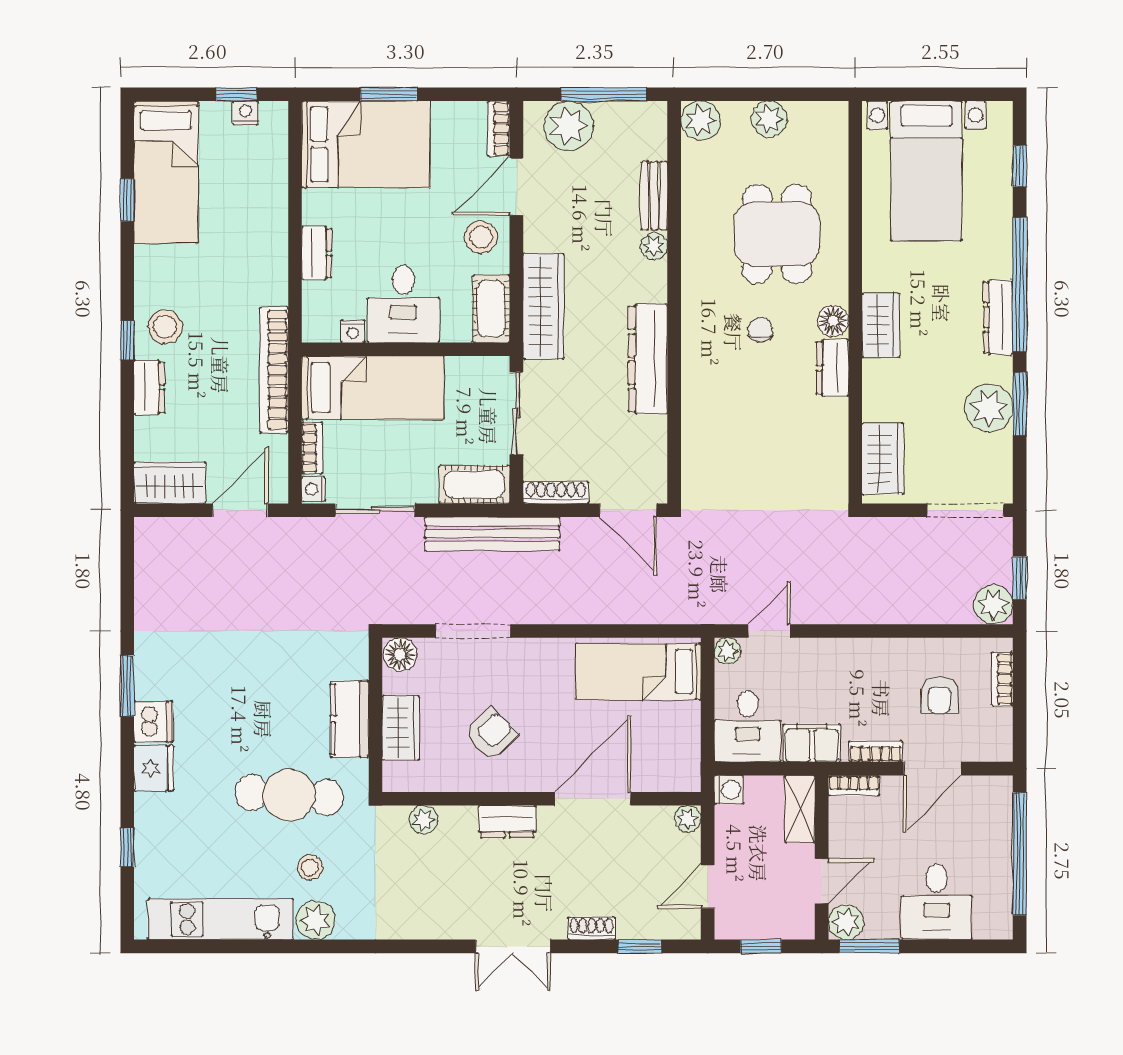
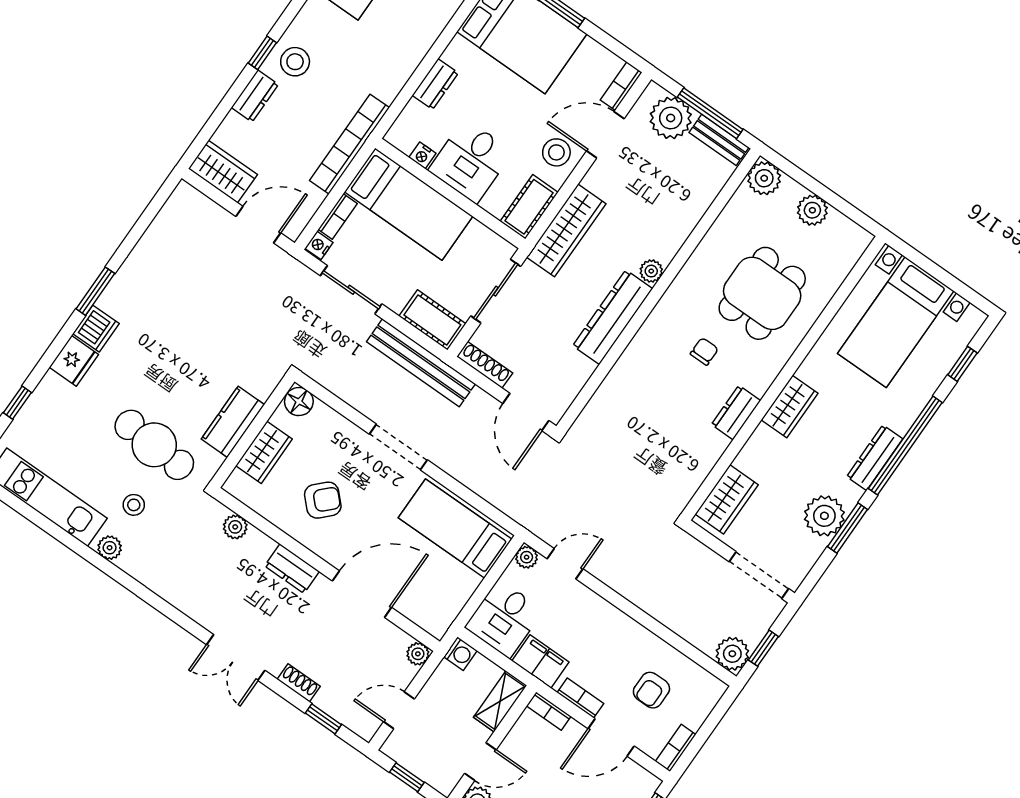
bench: (654, 196) -> (719, 140), moved, turned 90
plant: (654, 246) -> (651, 271), moved
floor lamp: (833, 321) -> (759, 380), removed
doorway: (473, 631) -> (398, 447), moved
bookcase: (1002, 679) -> (676, 748), moved
plant: (316, 920) -> (110, 548), width x0.73, depth x0.73

